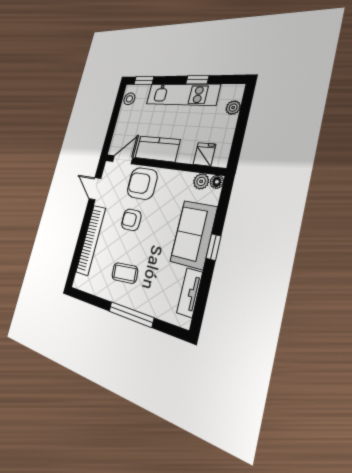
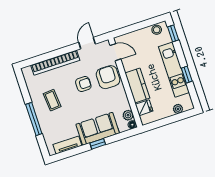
kitchen counter: (157, 149) -> (137, 86), moved
armchair: (131, 220) -> (83, 84), turned 90

